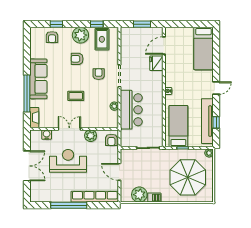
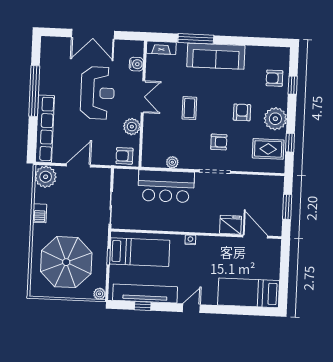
door: (216, 88) -> (191, 308), swing flipped
window: (27, 94) -> (196, 39), width x0.68
plant: (139, 195) -> (46, 177), moved

